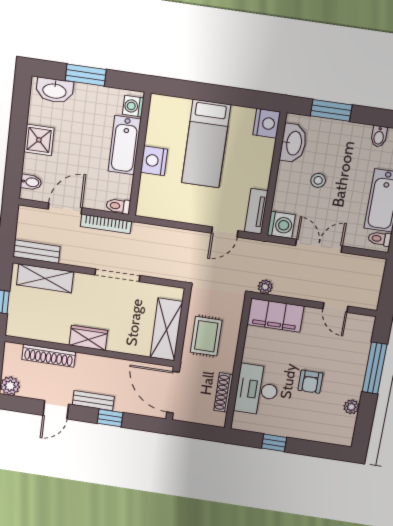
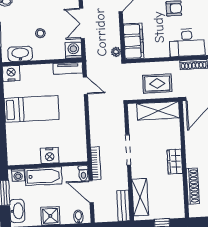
washing machine: (133, 106) -> (18, 175), moved
bathtub: (125, 145) -> (44, 176), moved
wall: (140, 155) -> (48, 165), moved
nightstand: (154, 161) -> (50, 156), moved
toilet: (118, 206) -> (83, 173), moved

